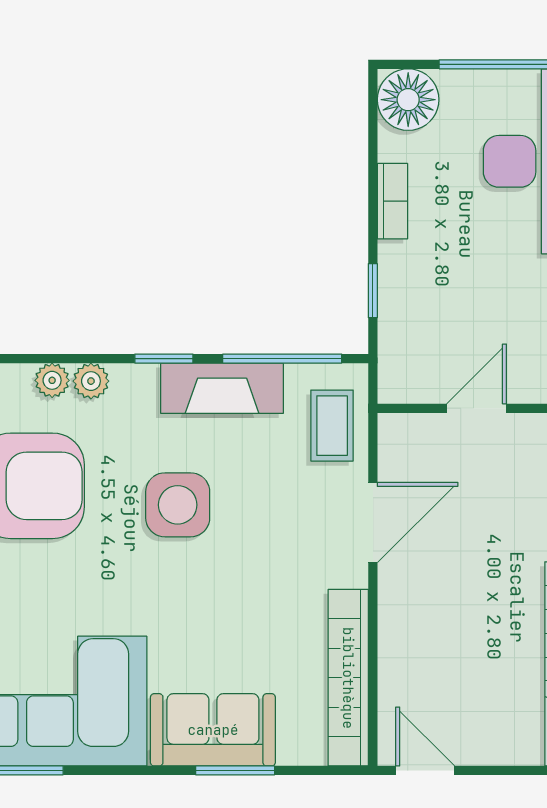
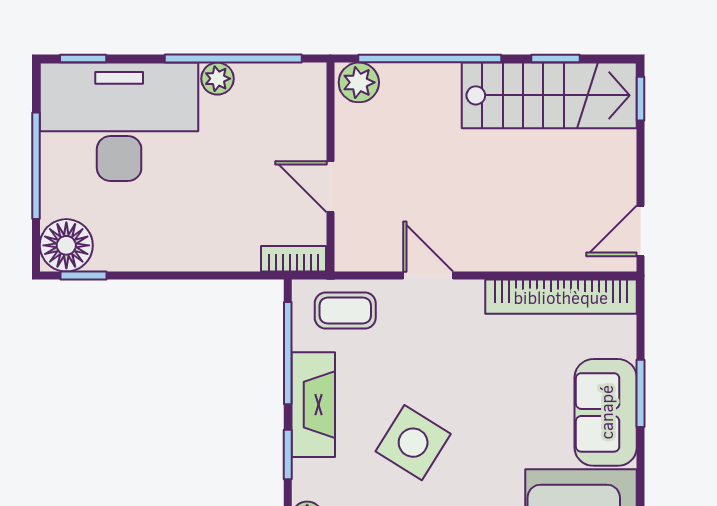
bookcase: (392, 201) -> (293, 259), moved
window: (373, 291) -> (83, 276), moved
side table: (178, 505) -> (413, 443), turned 32
door: (373, 523) -> (428, 276), width x0.73

